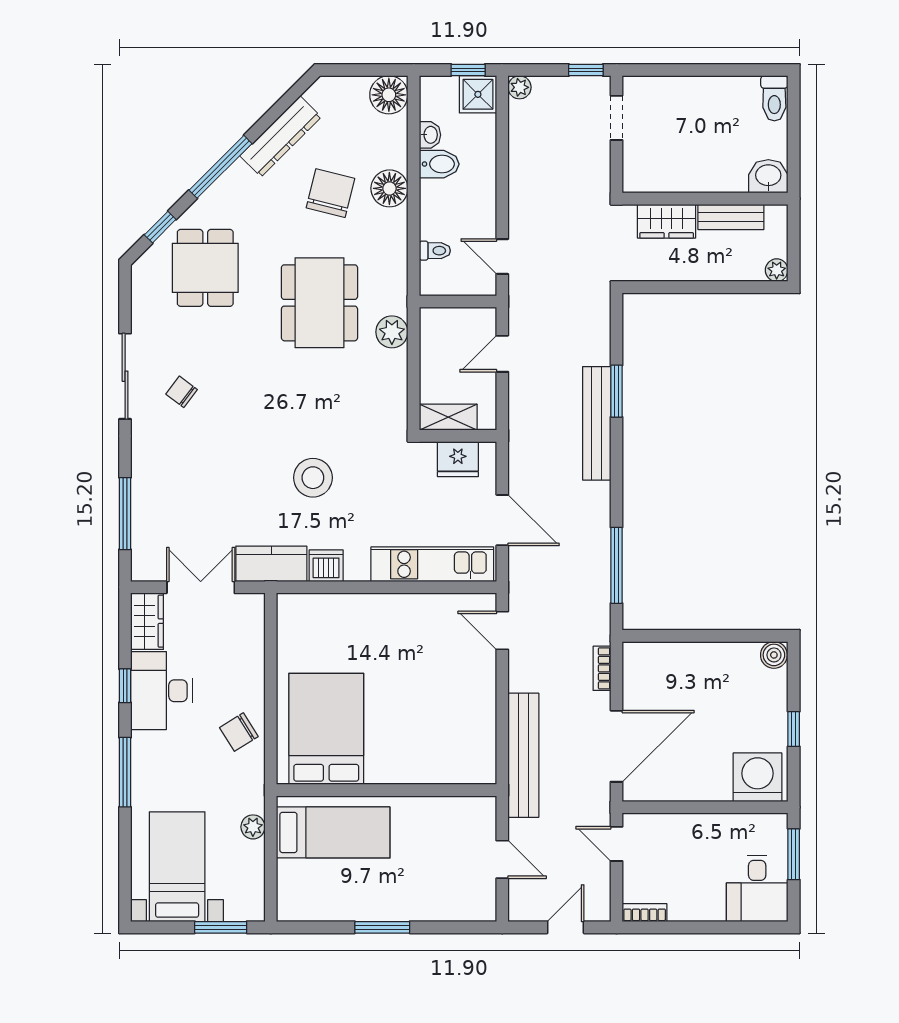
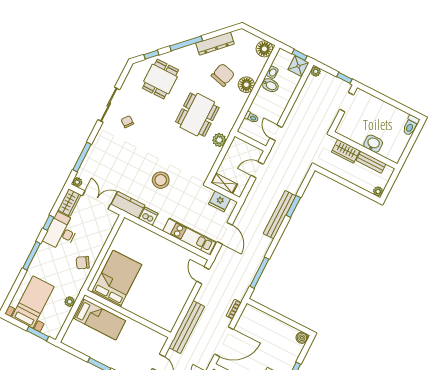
washbasin: (768, 176) -> (373, 144), moved
plant: (142, 570) -> (77, 182), added

